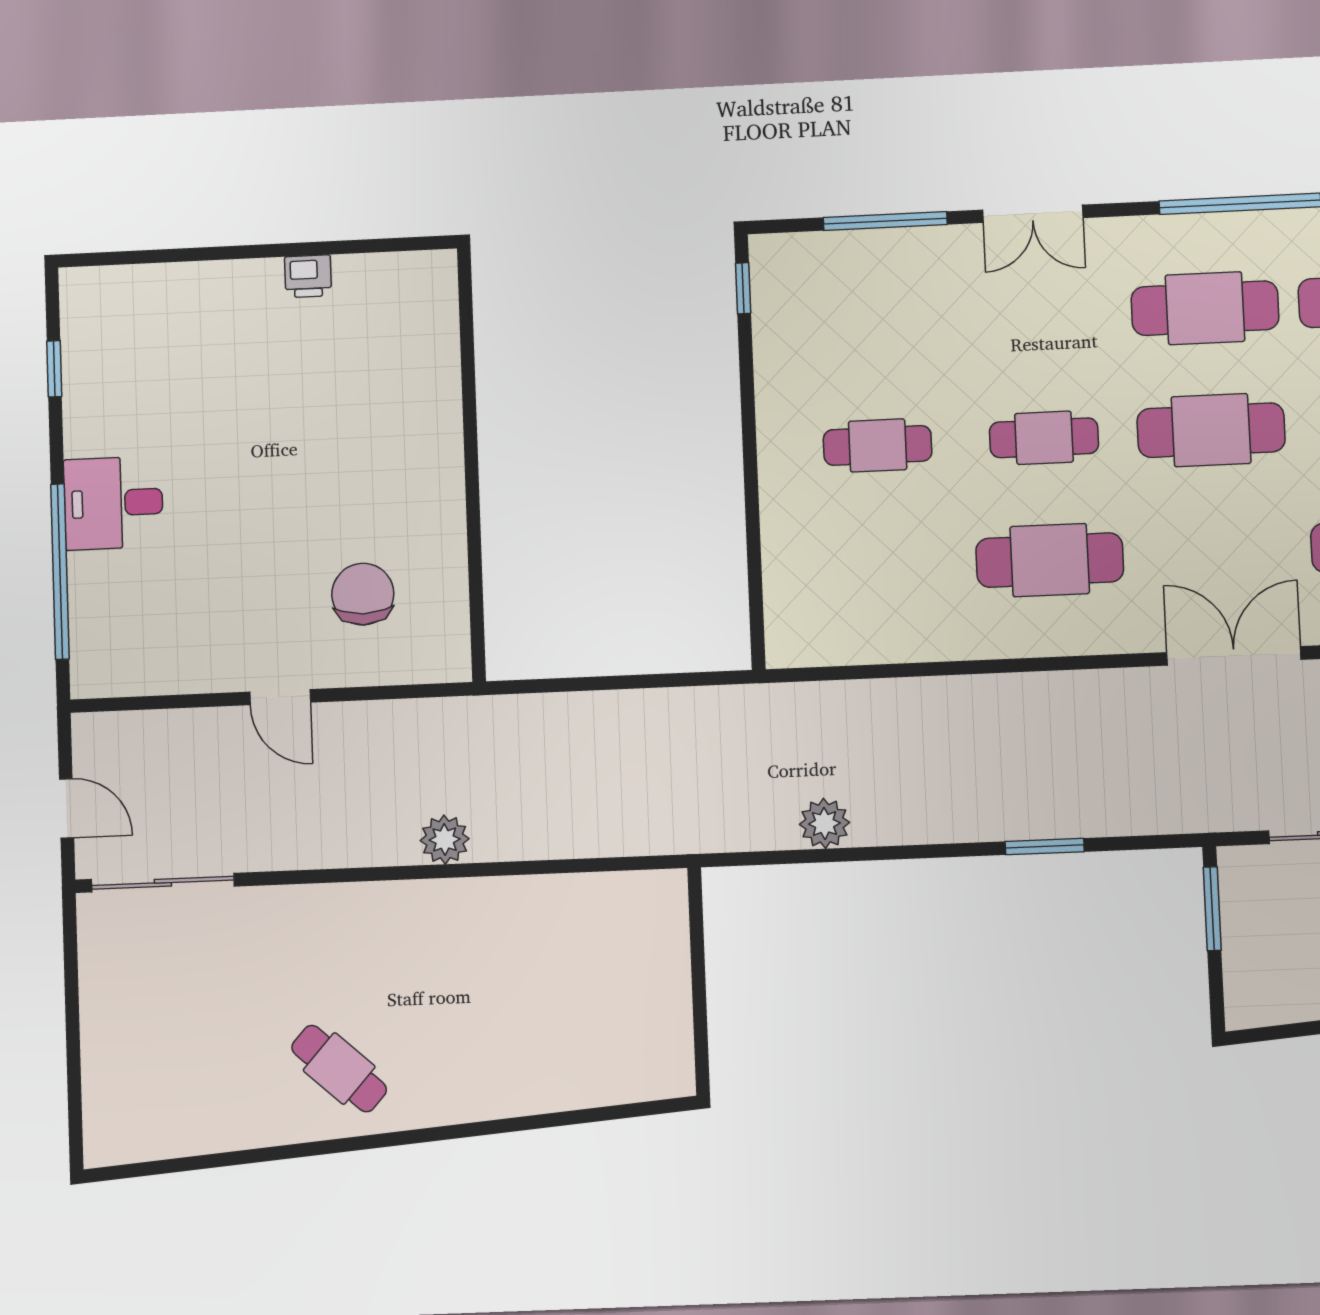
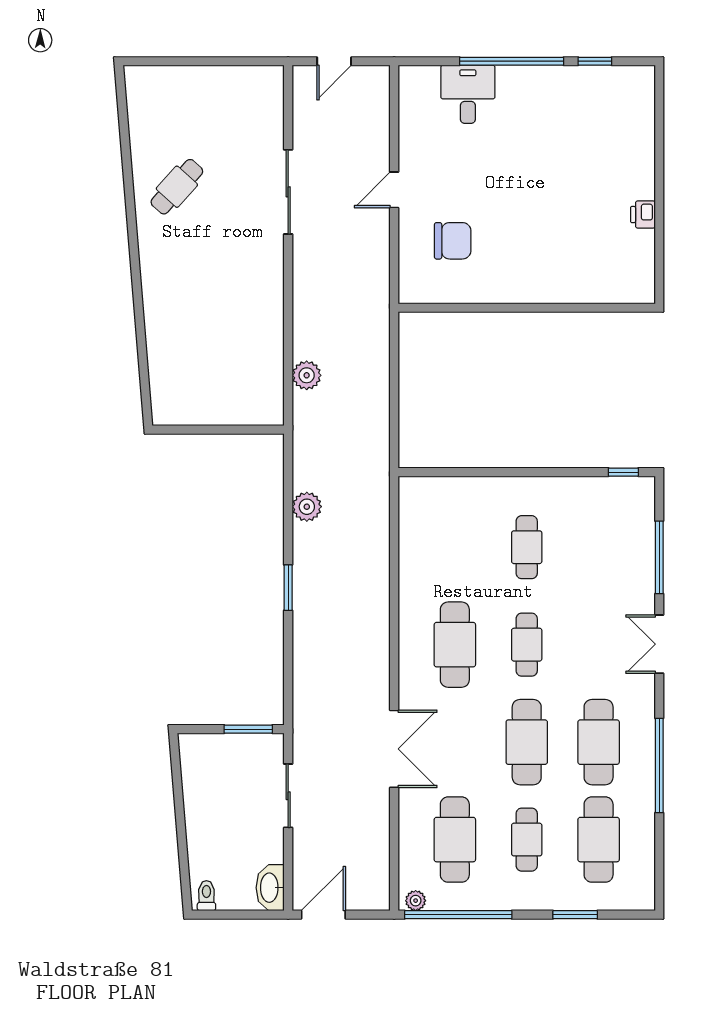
desk: (113, 503) -> (468, 94), moved
window: (60, 572) -> (512, 61), moved
plant: (445, 840) -> (307, 375), moved
window: (1045, 847) -> (288, 588), moved
sliding door: (163, 883) -> (288, 192), moved
cafe table: (339, 1069) -> (177, 187), moved

